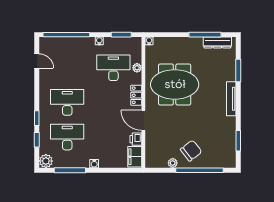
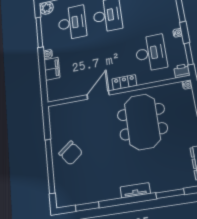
plant: (137, 68) -> (155, 77), removed
tv unit: (231, 99) -> (135, 190), width x0.71
printer: (136, 139) -> (182, 71), moved
filing cabinet: (135, 157) -> (52, 69), moved, turned 90
plant: (173, 163) -> (55, 135), removed

